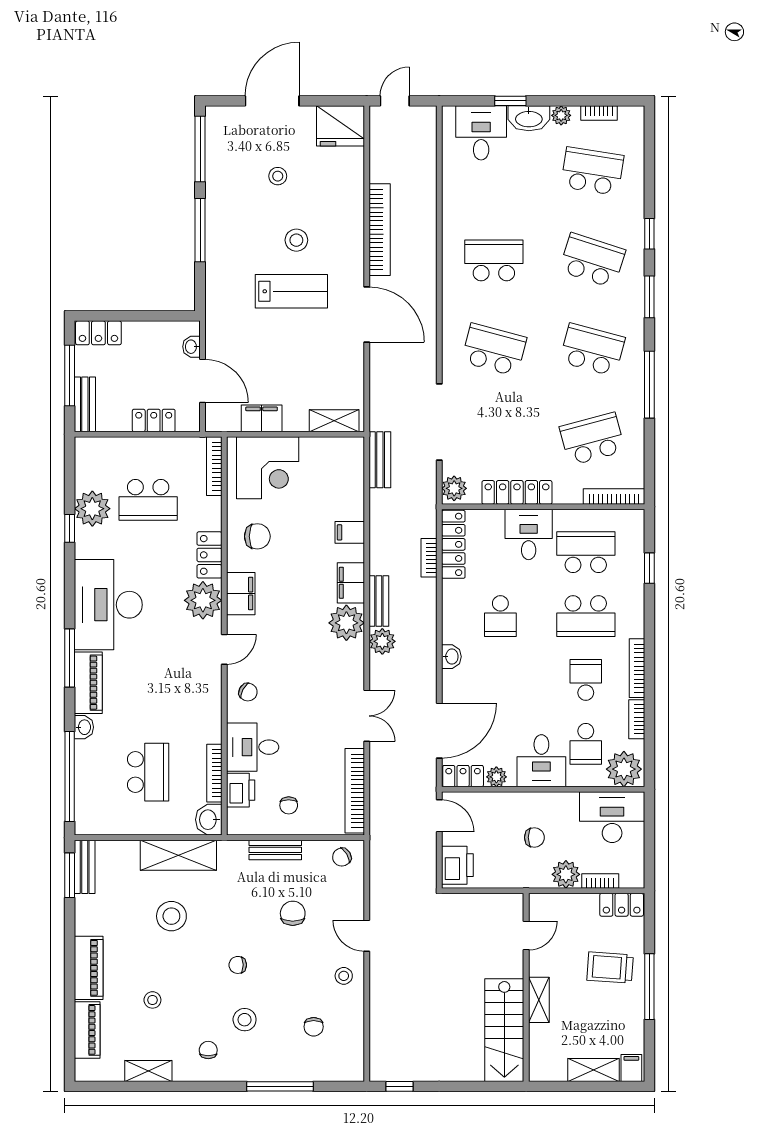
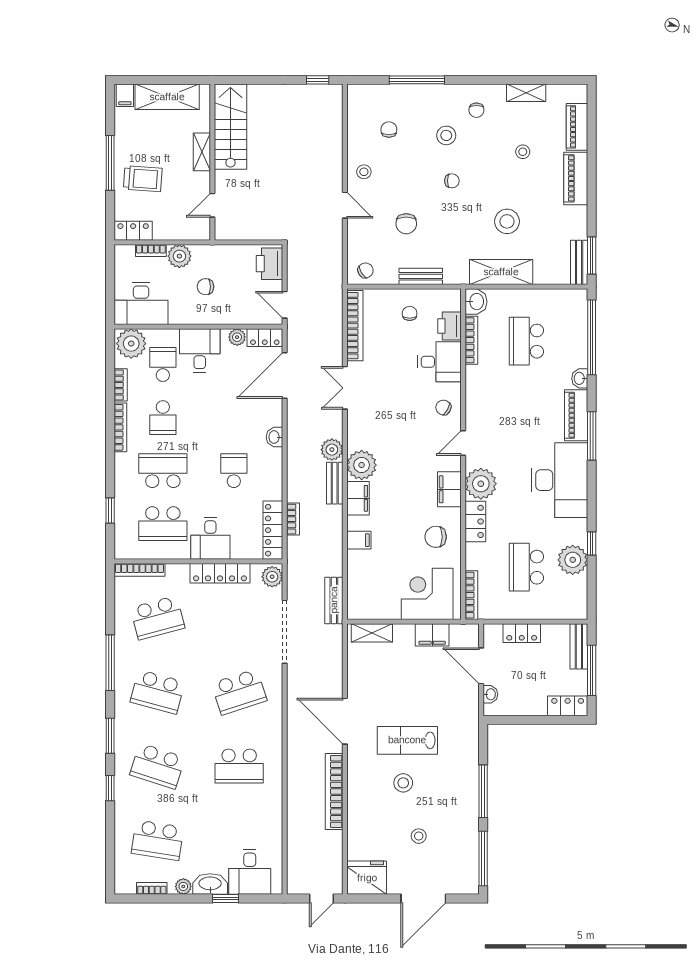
school desk: (494, 350) -> (239, 692), turned -33
school desk: (148, 500) -> (526, 567), turned -90
shelving: (593, 1070) -> (167, 97), width x1.50, depth x1.33

